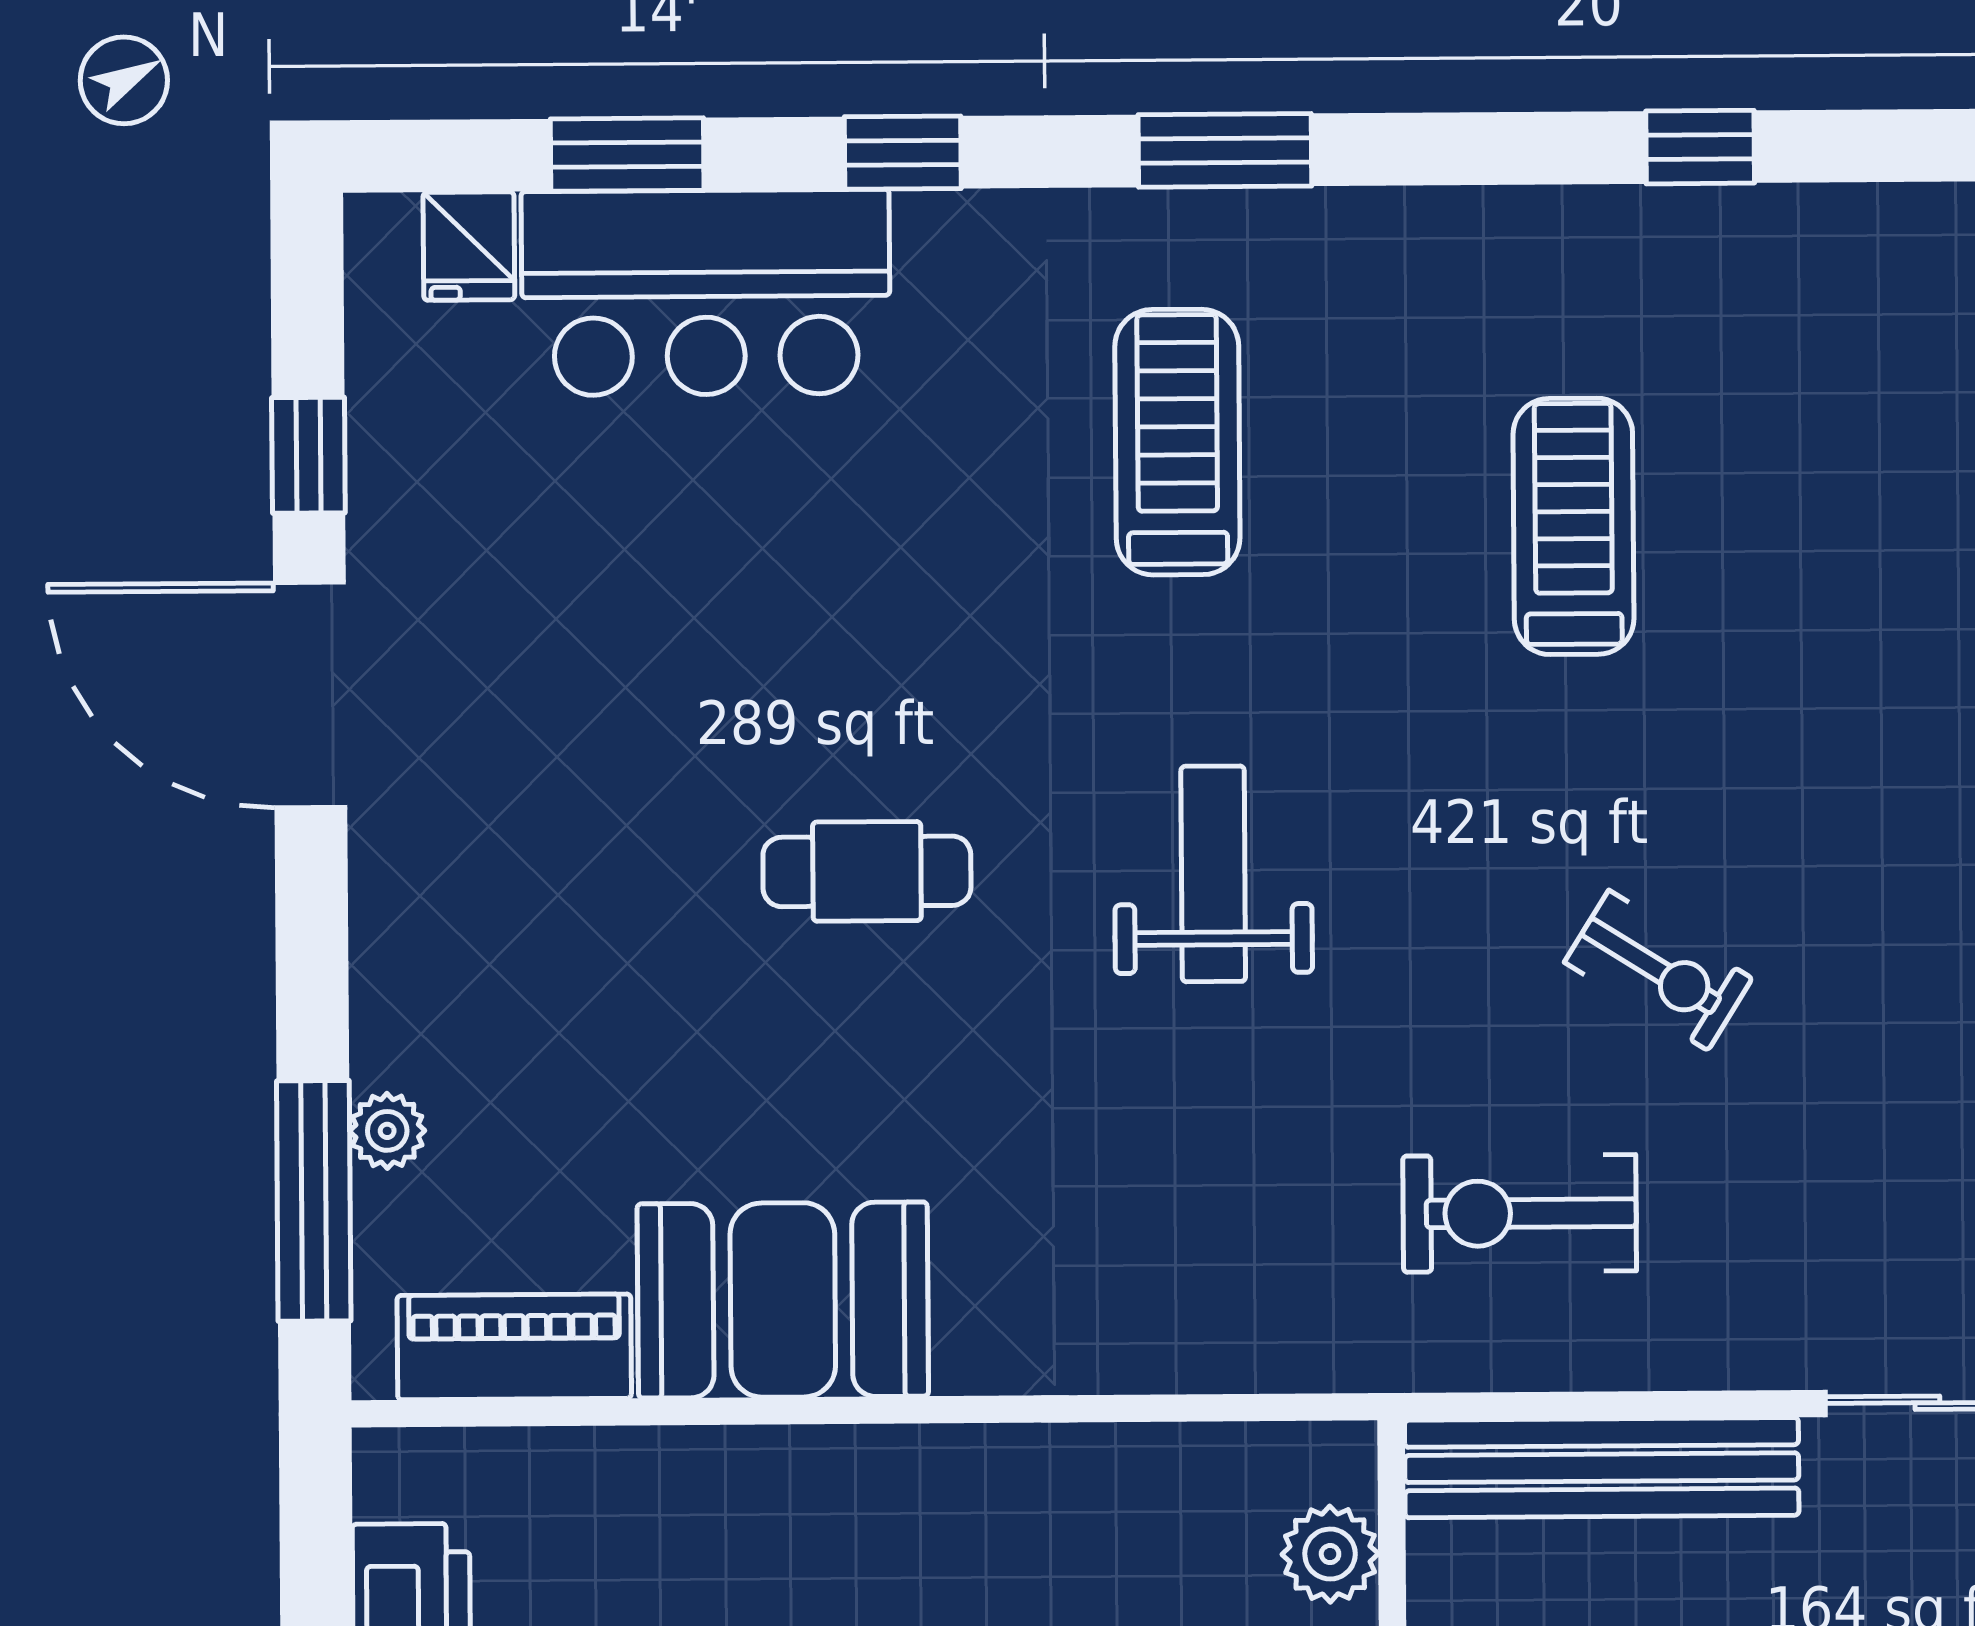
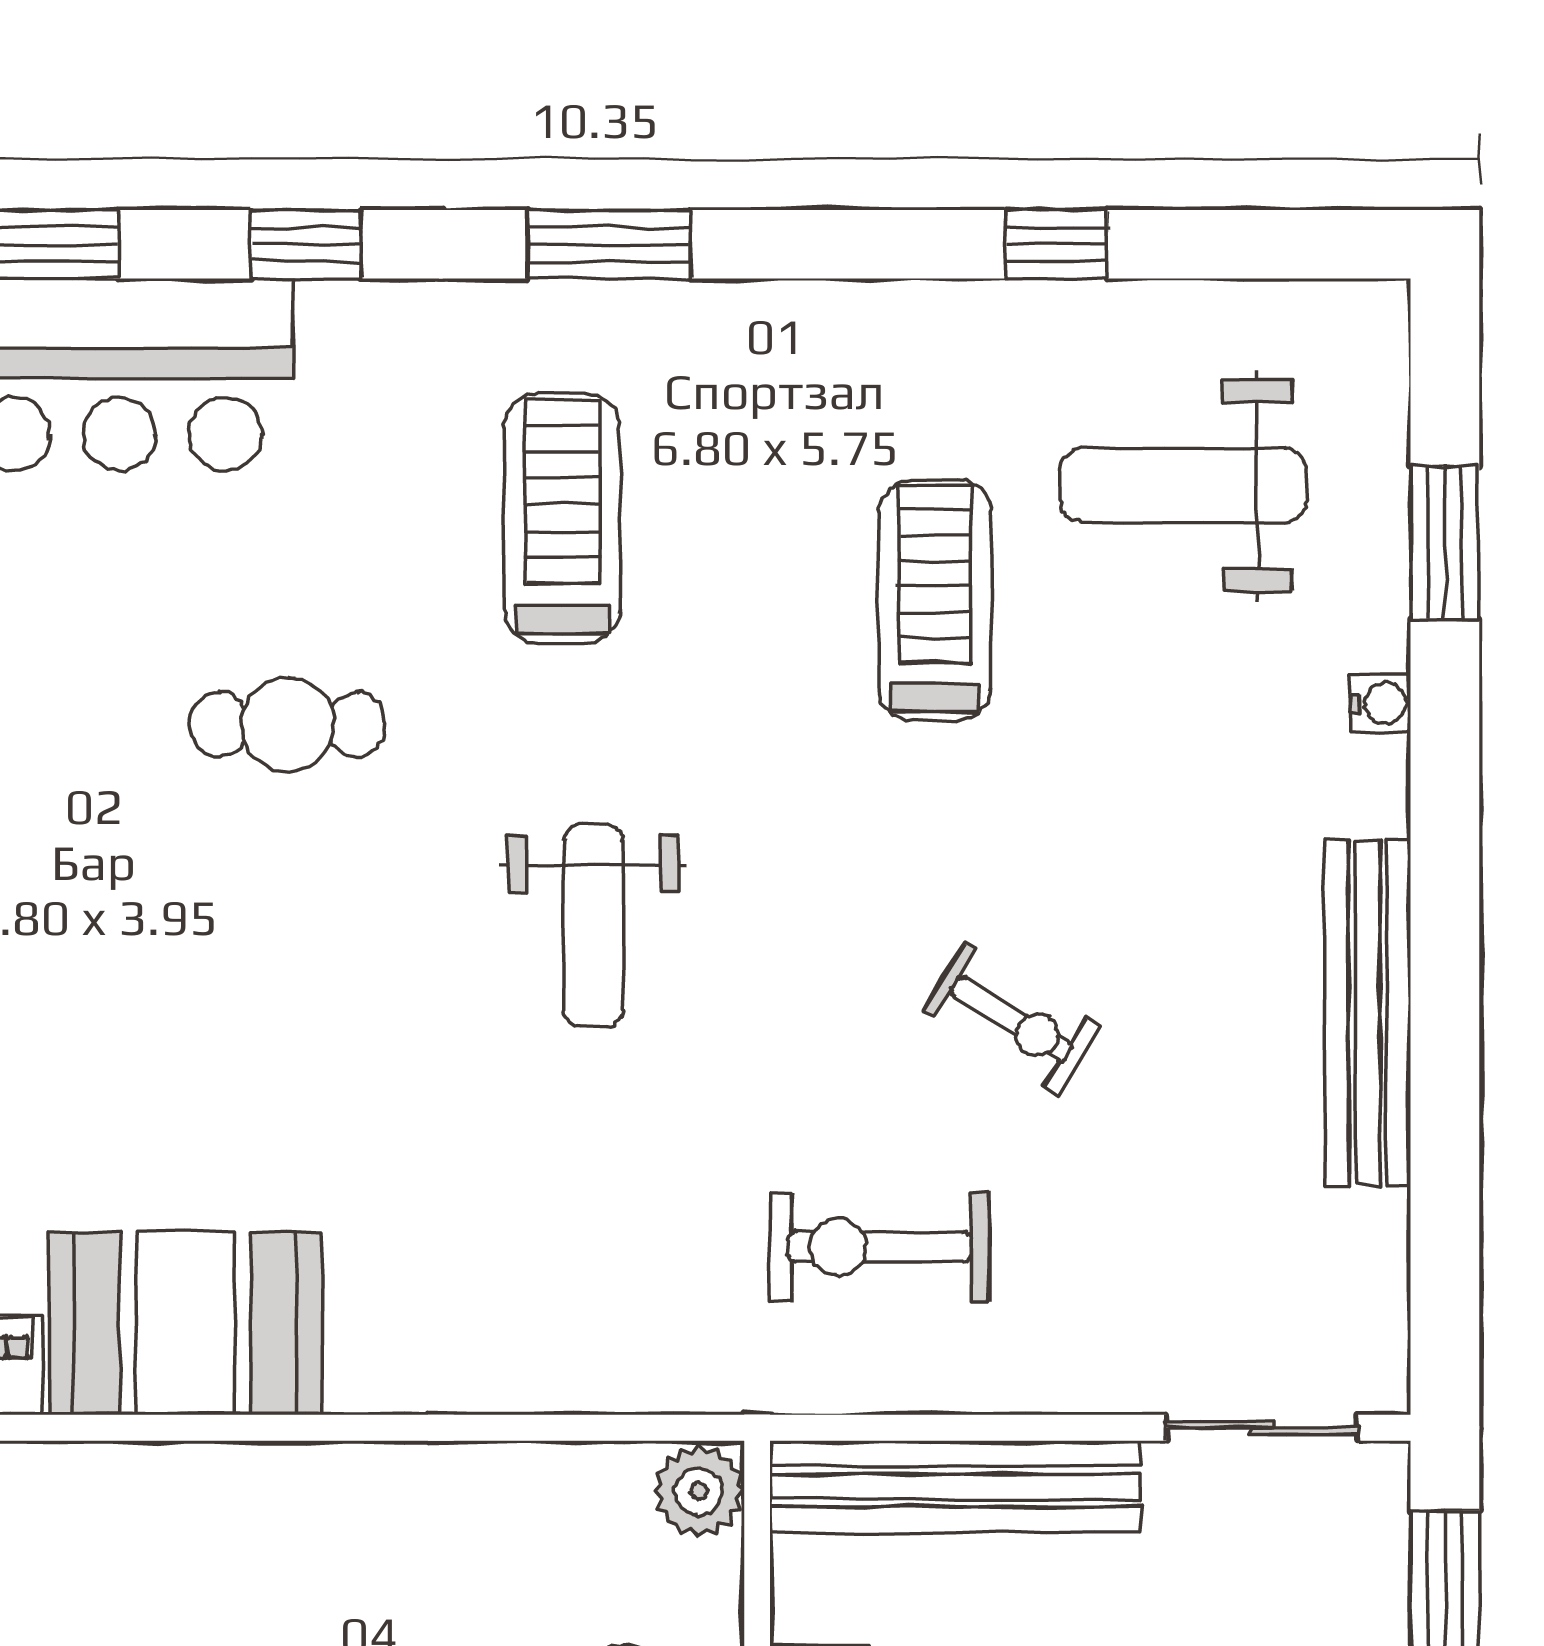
weight bench: (1836, 402) -> (1183, 485), added
cafe table: (867, 871) -> (288, 725), moved
weight bench: (1213, 874) -> (593, 925), turned 180
plant: (1330, 1554) -> (699, 1491), moved

